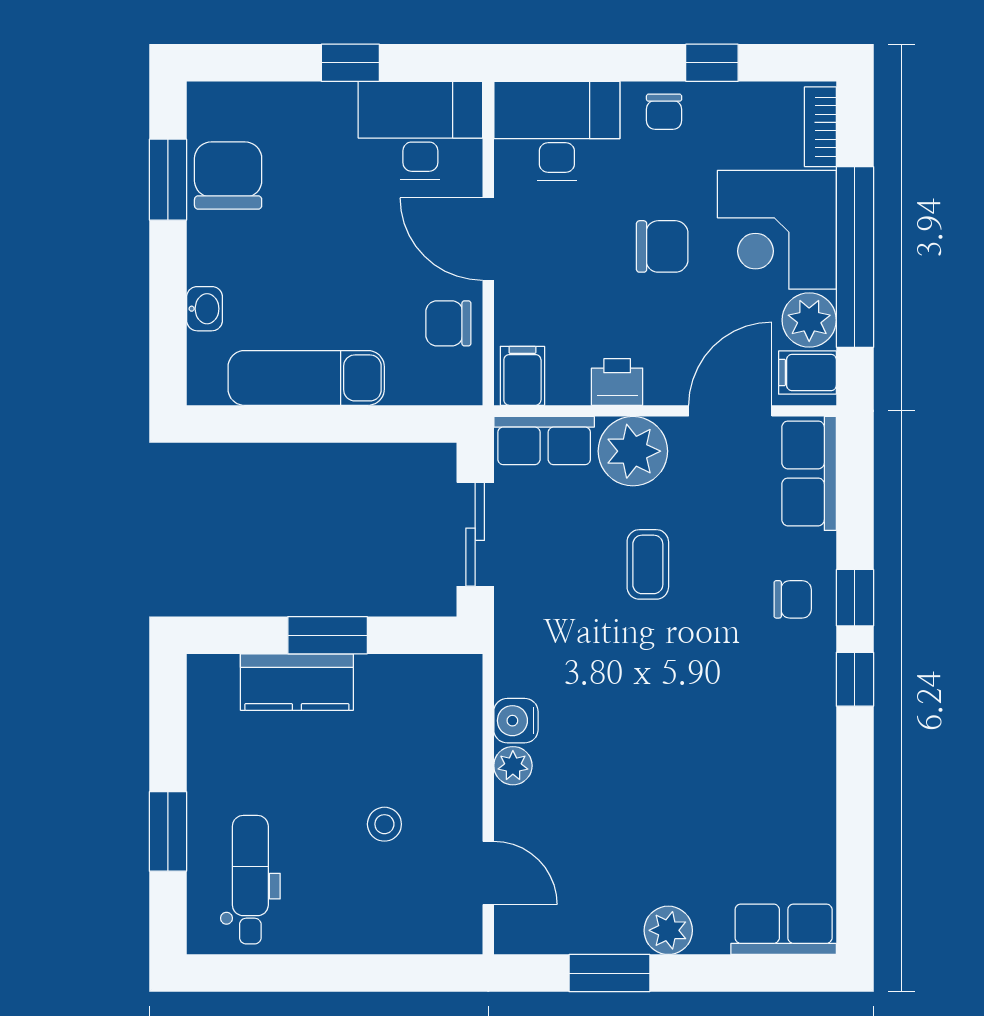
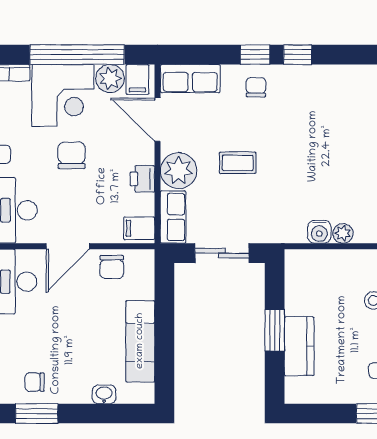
chair: (228, 176) -> (35, 382), width x0.54, depth x0.54

